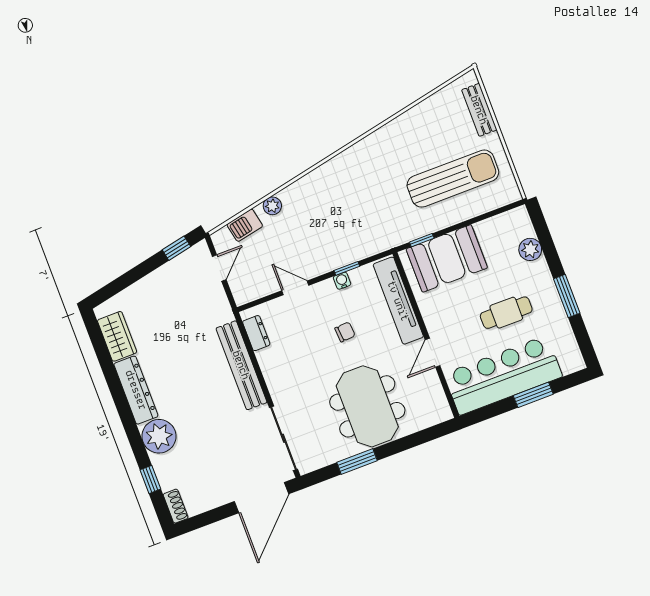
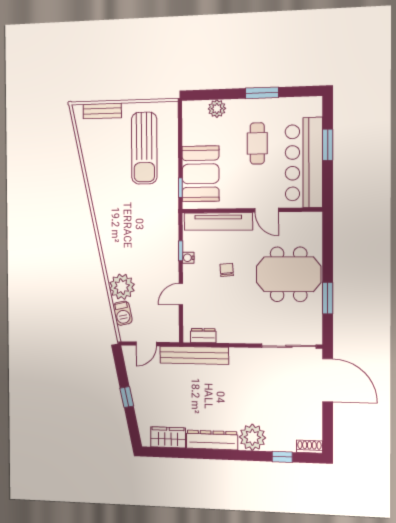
sun lounger: (453, 179) -> (144, 148), turned 180
plant: (272, 206) -> (122, 287), width x1.88, depth x1.88
window: (176, 248) -> (127, 397), moved
door: (219, 268) -> (146, 344), swing flipped
bench: (241, 365) -> (194, 355), moved

